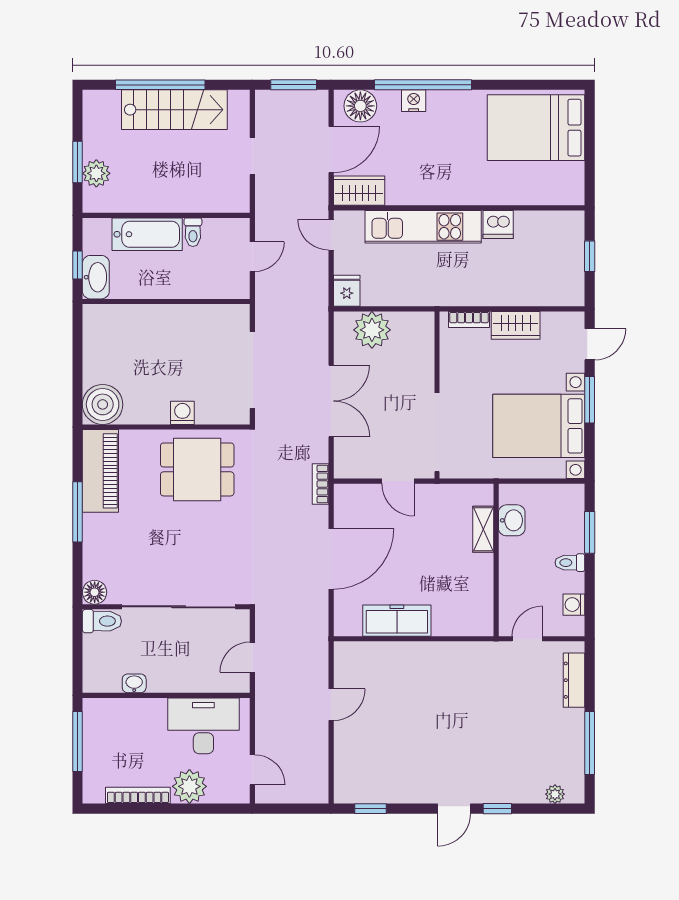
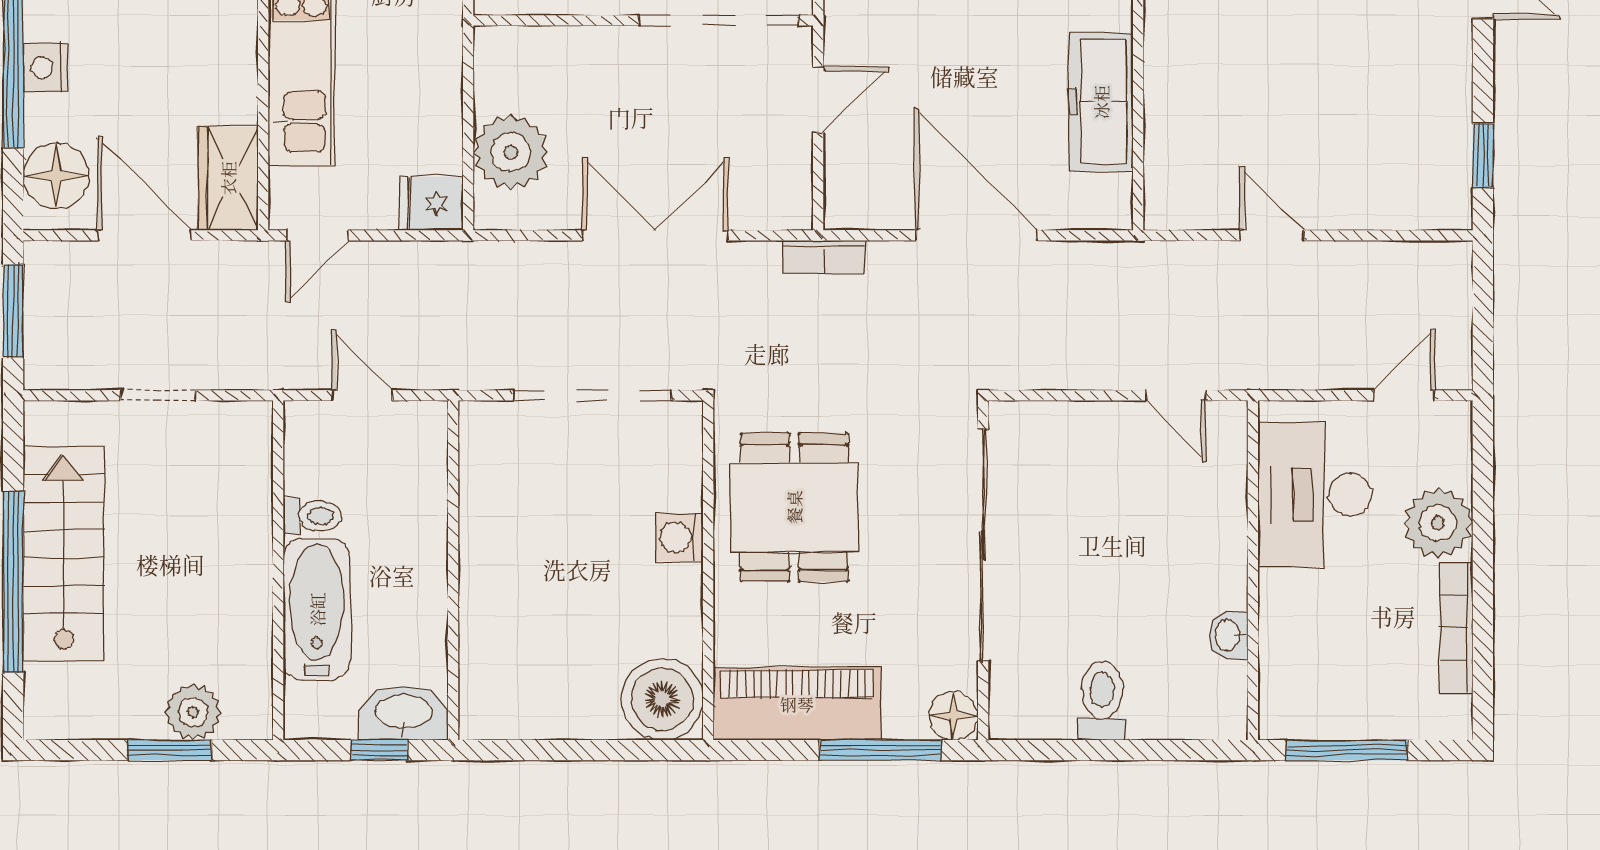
floor lamp: (95, 592) -> (954, 716), moved
wall: (166, 607) -> (983, 570), moved
sliding door: (179, 607) -> (983, 545), moved

